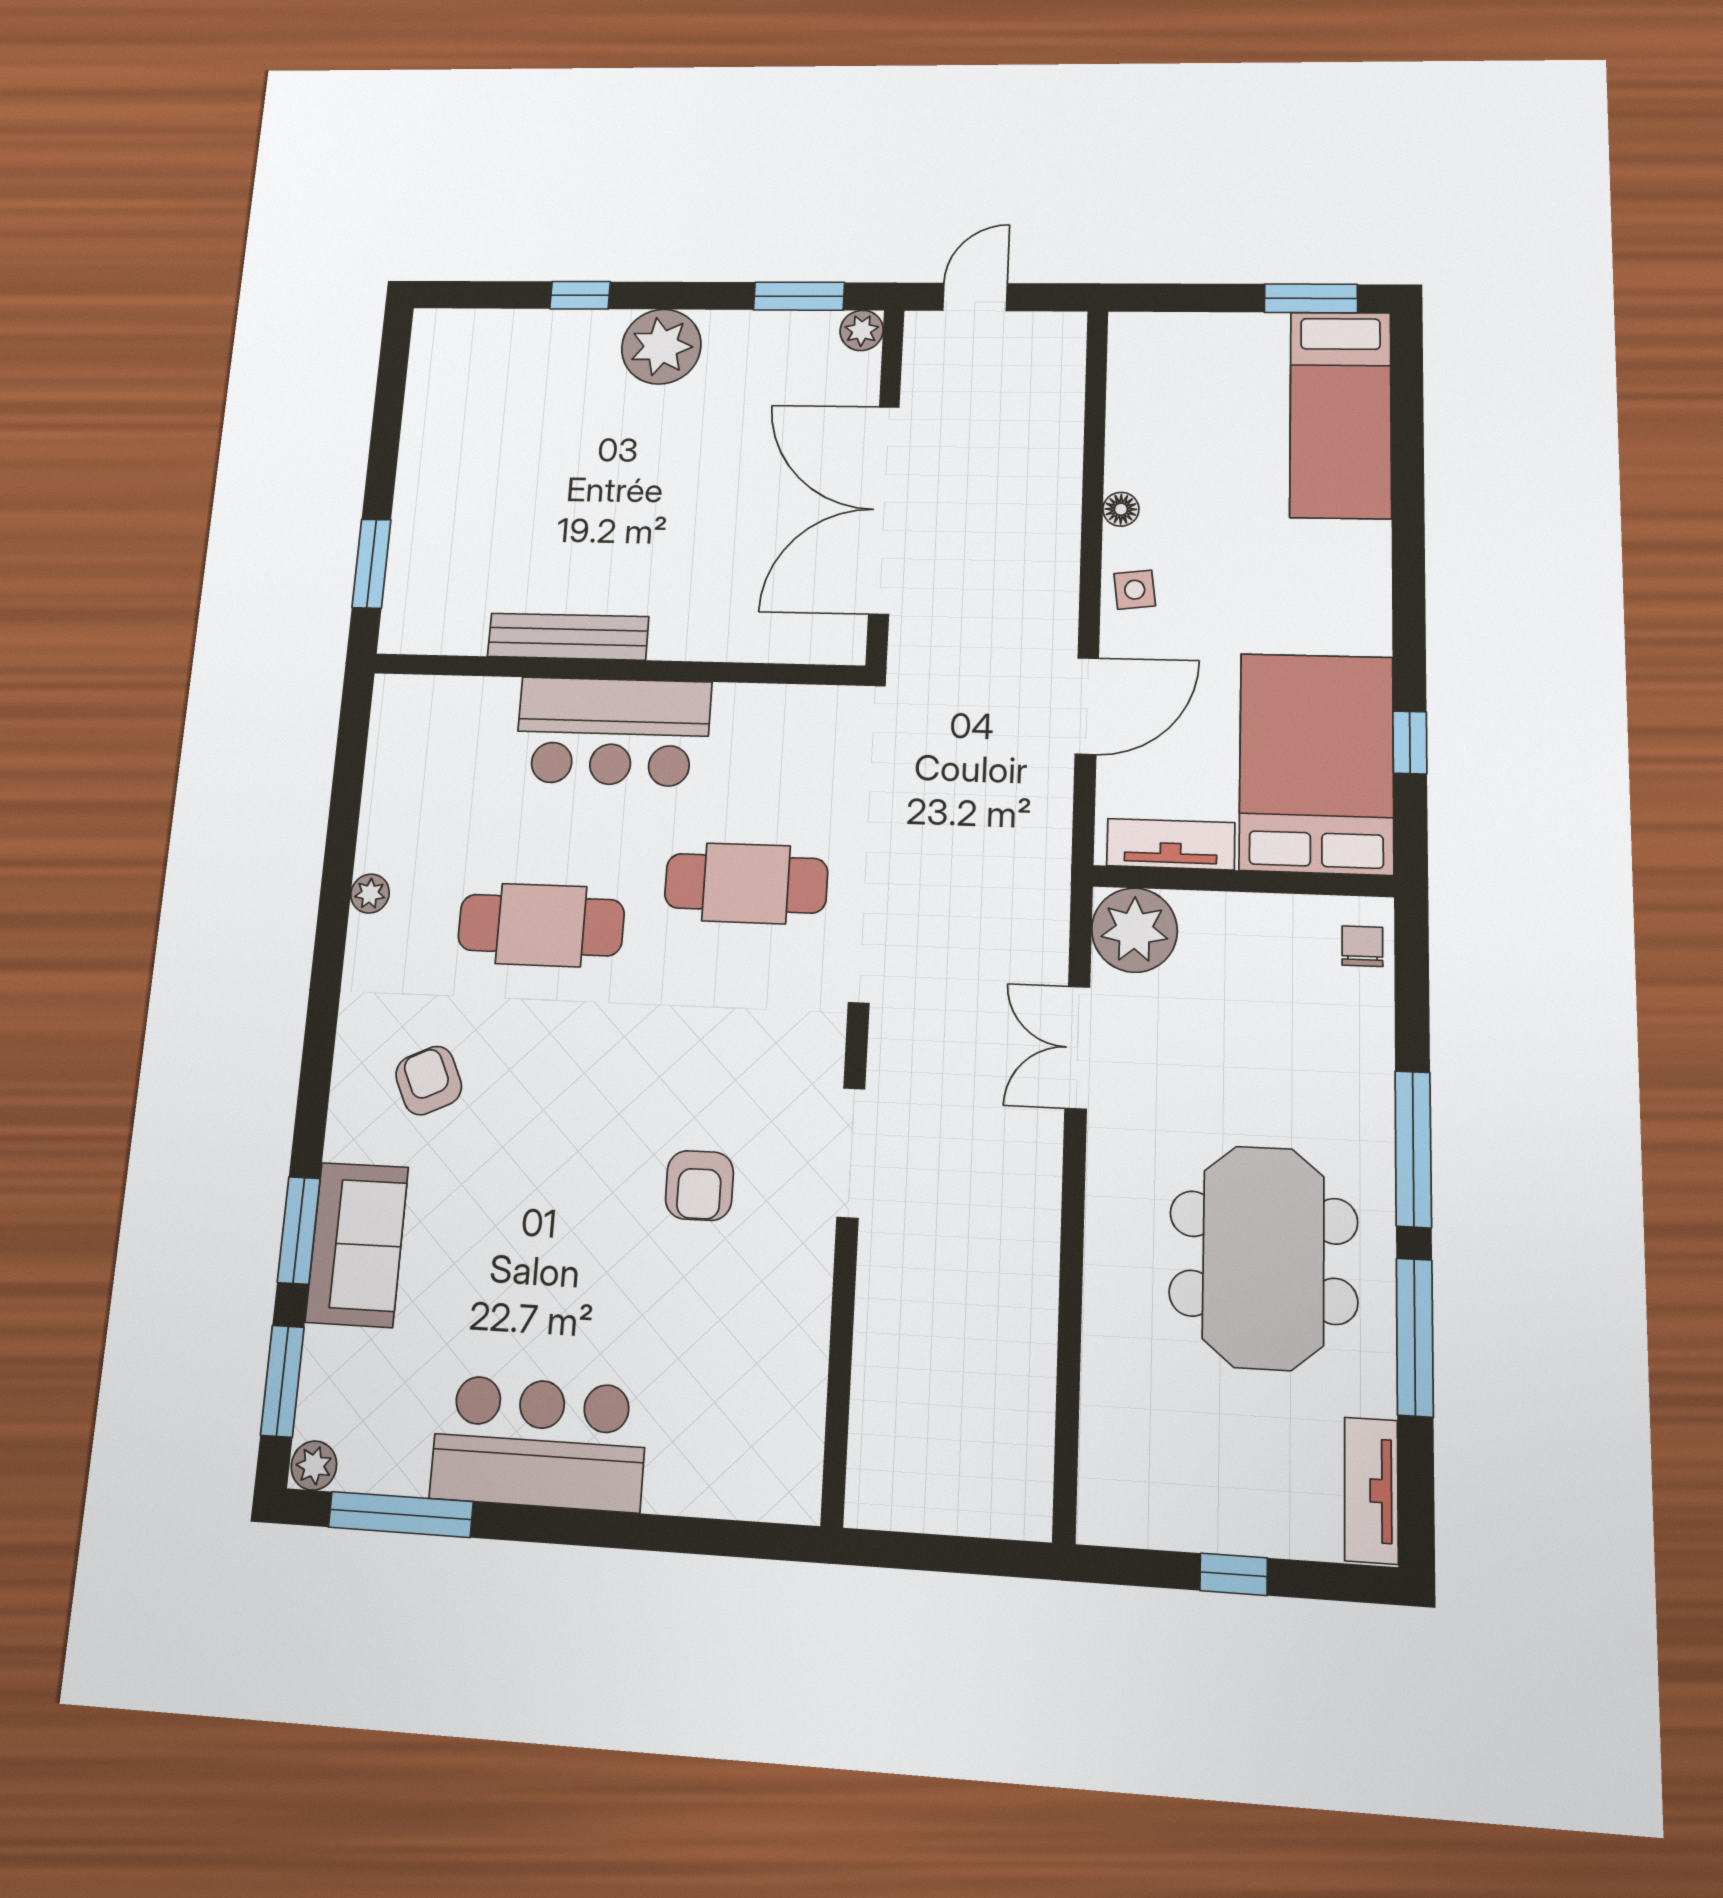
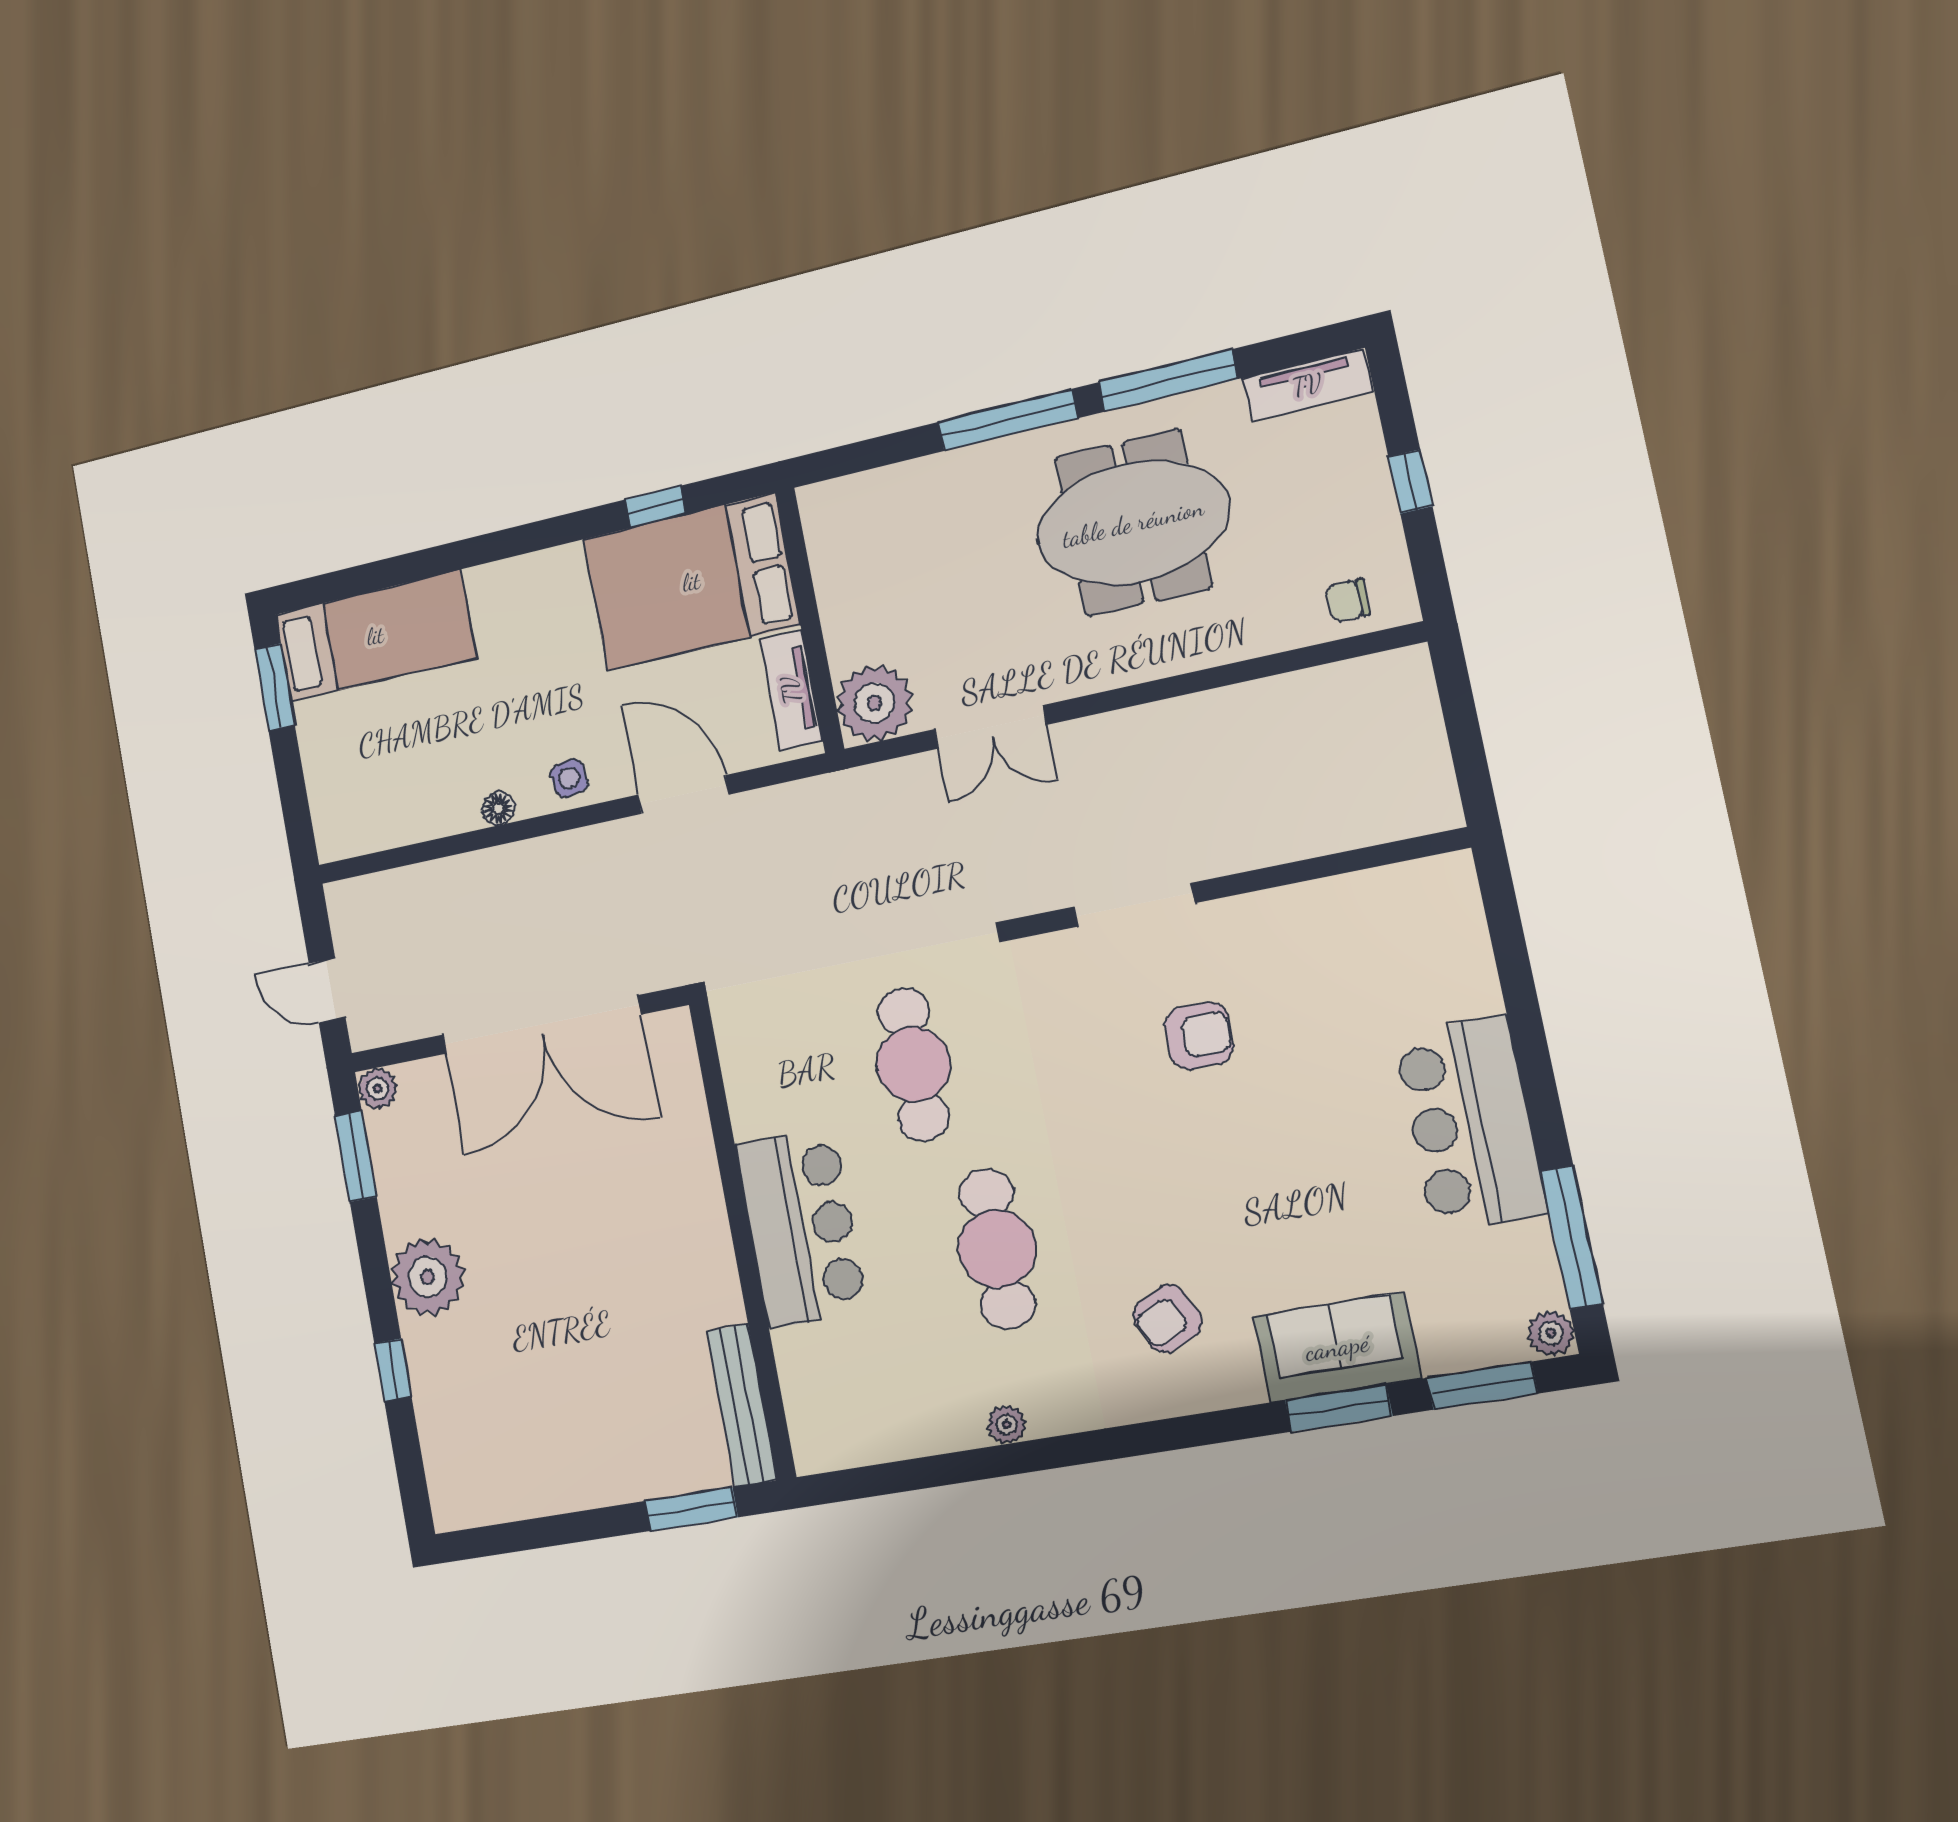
bench: (568, 637) -> (742, 1405), moved
chair: (1362, 946) -> (1348, 601), moved

